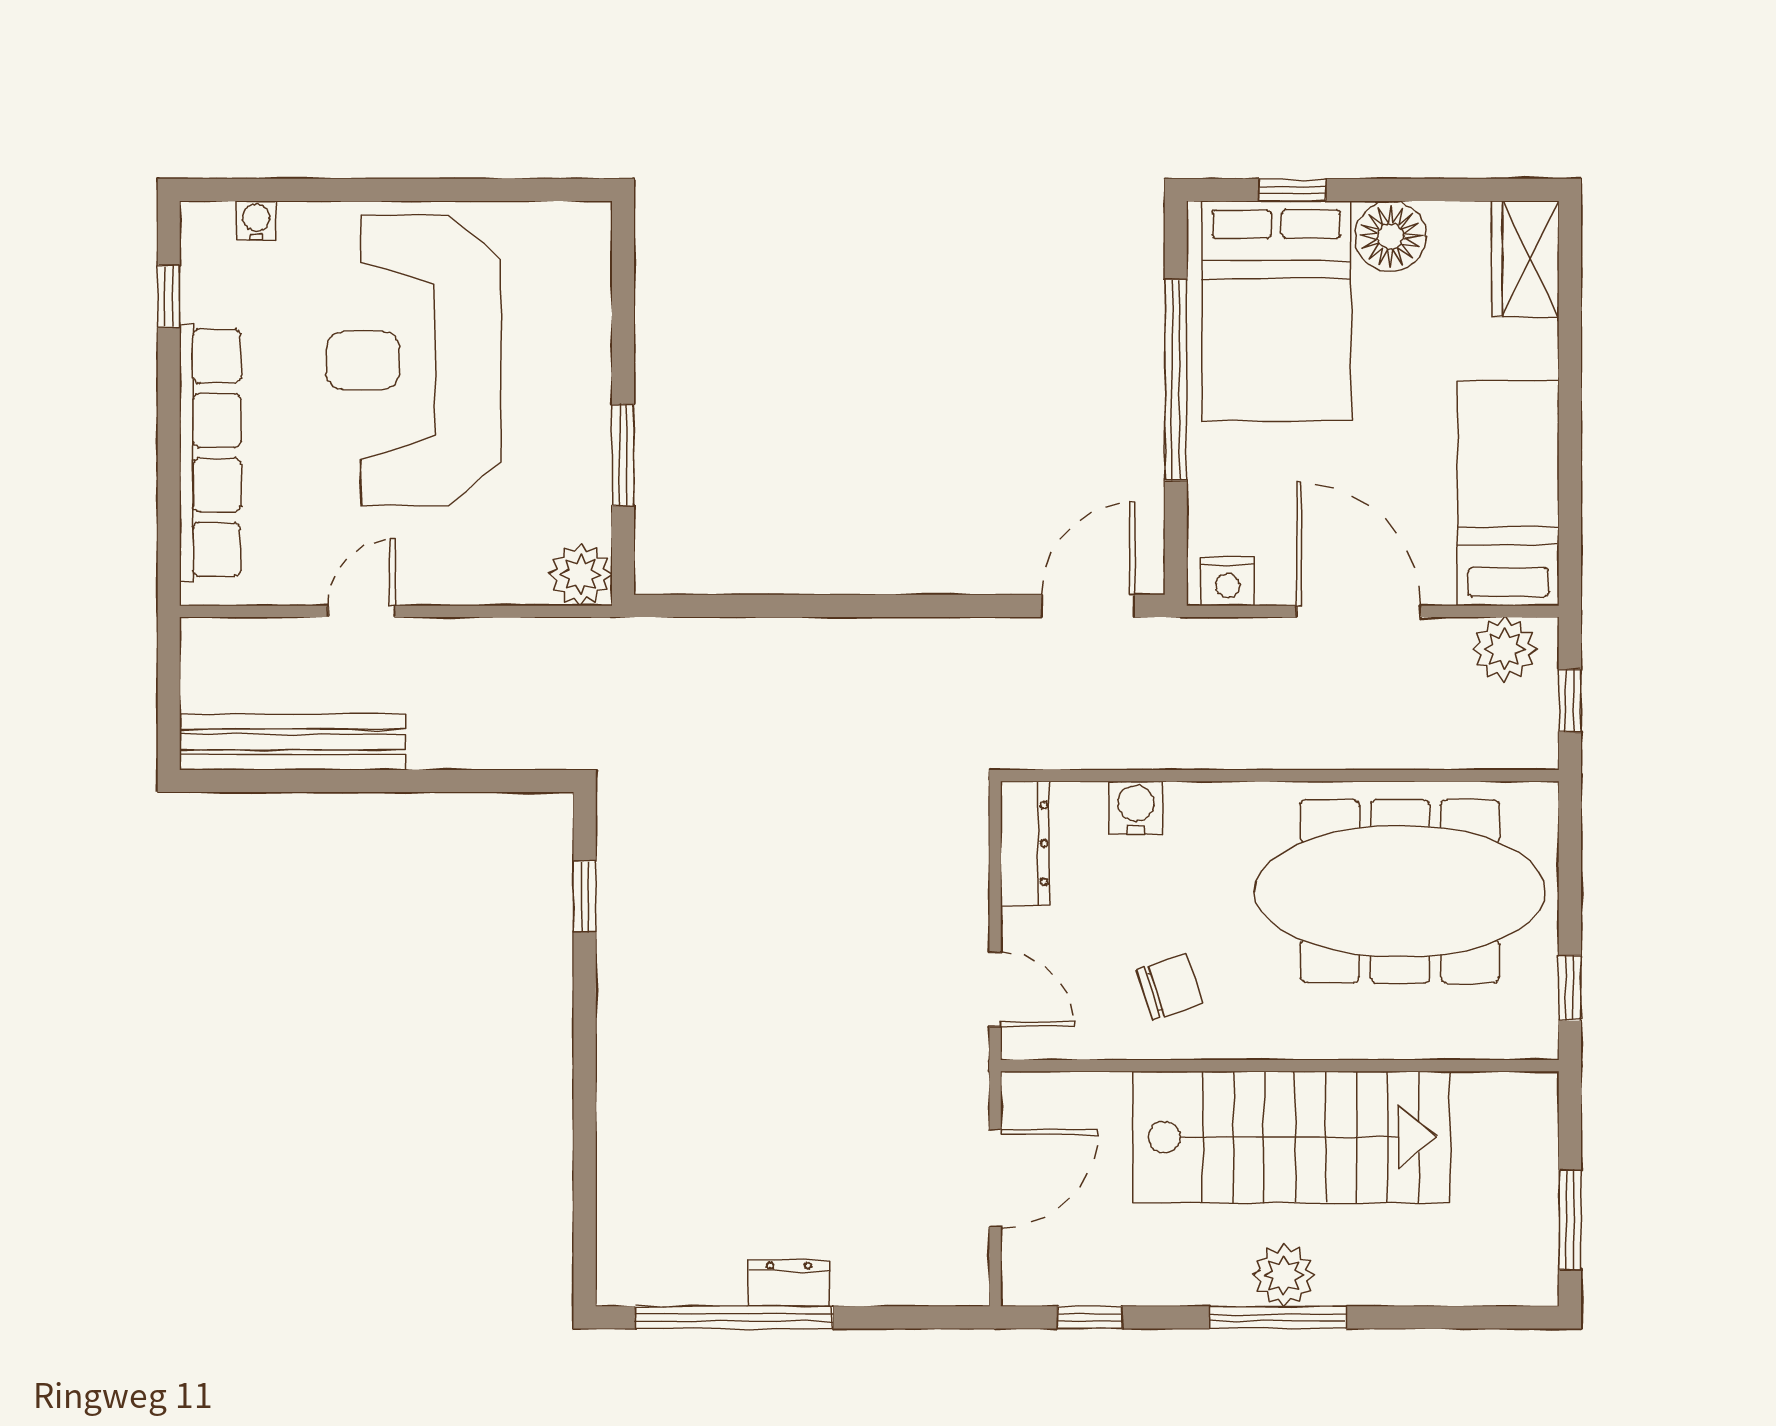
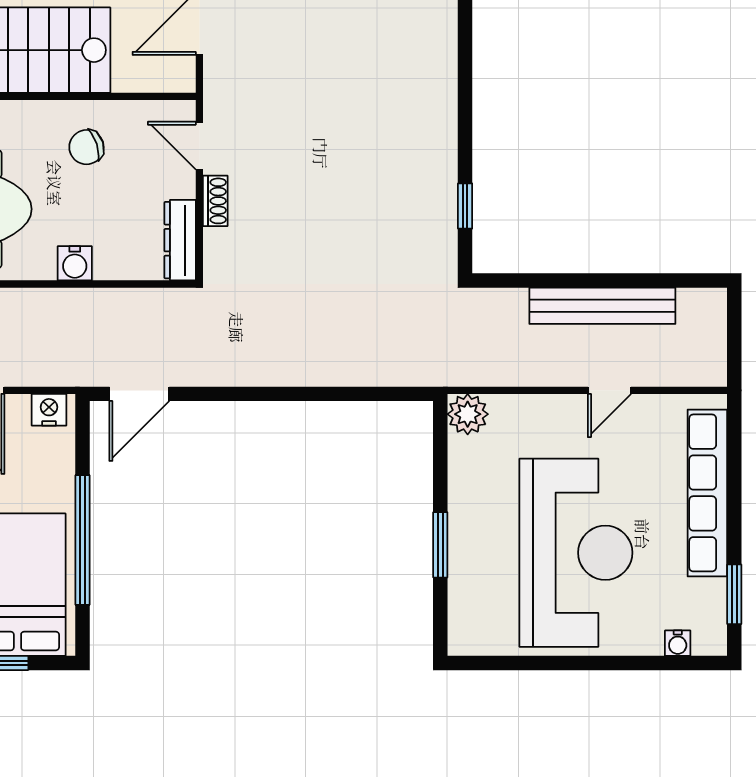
window: (169, 296) -> (734, 594), width x1.50
window: (623, 455) -> (440, 545), moved
bench: (293, 742) -> (602, 306), moved
water cooler: (1136, 807) -> (75, 263), moved
shoe rack: (971, 904) -> (215, 201), added

